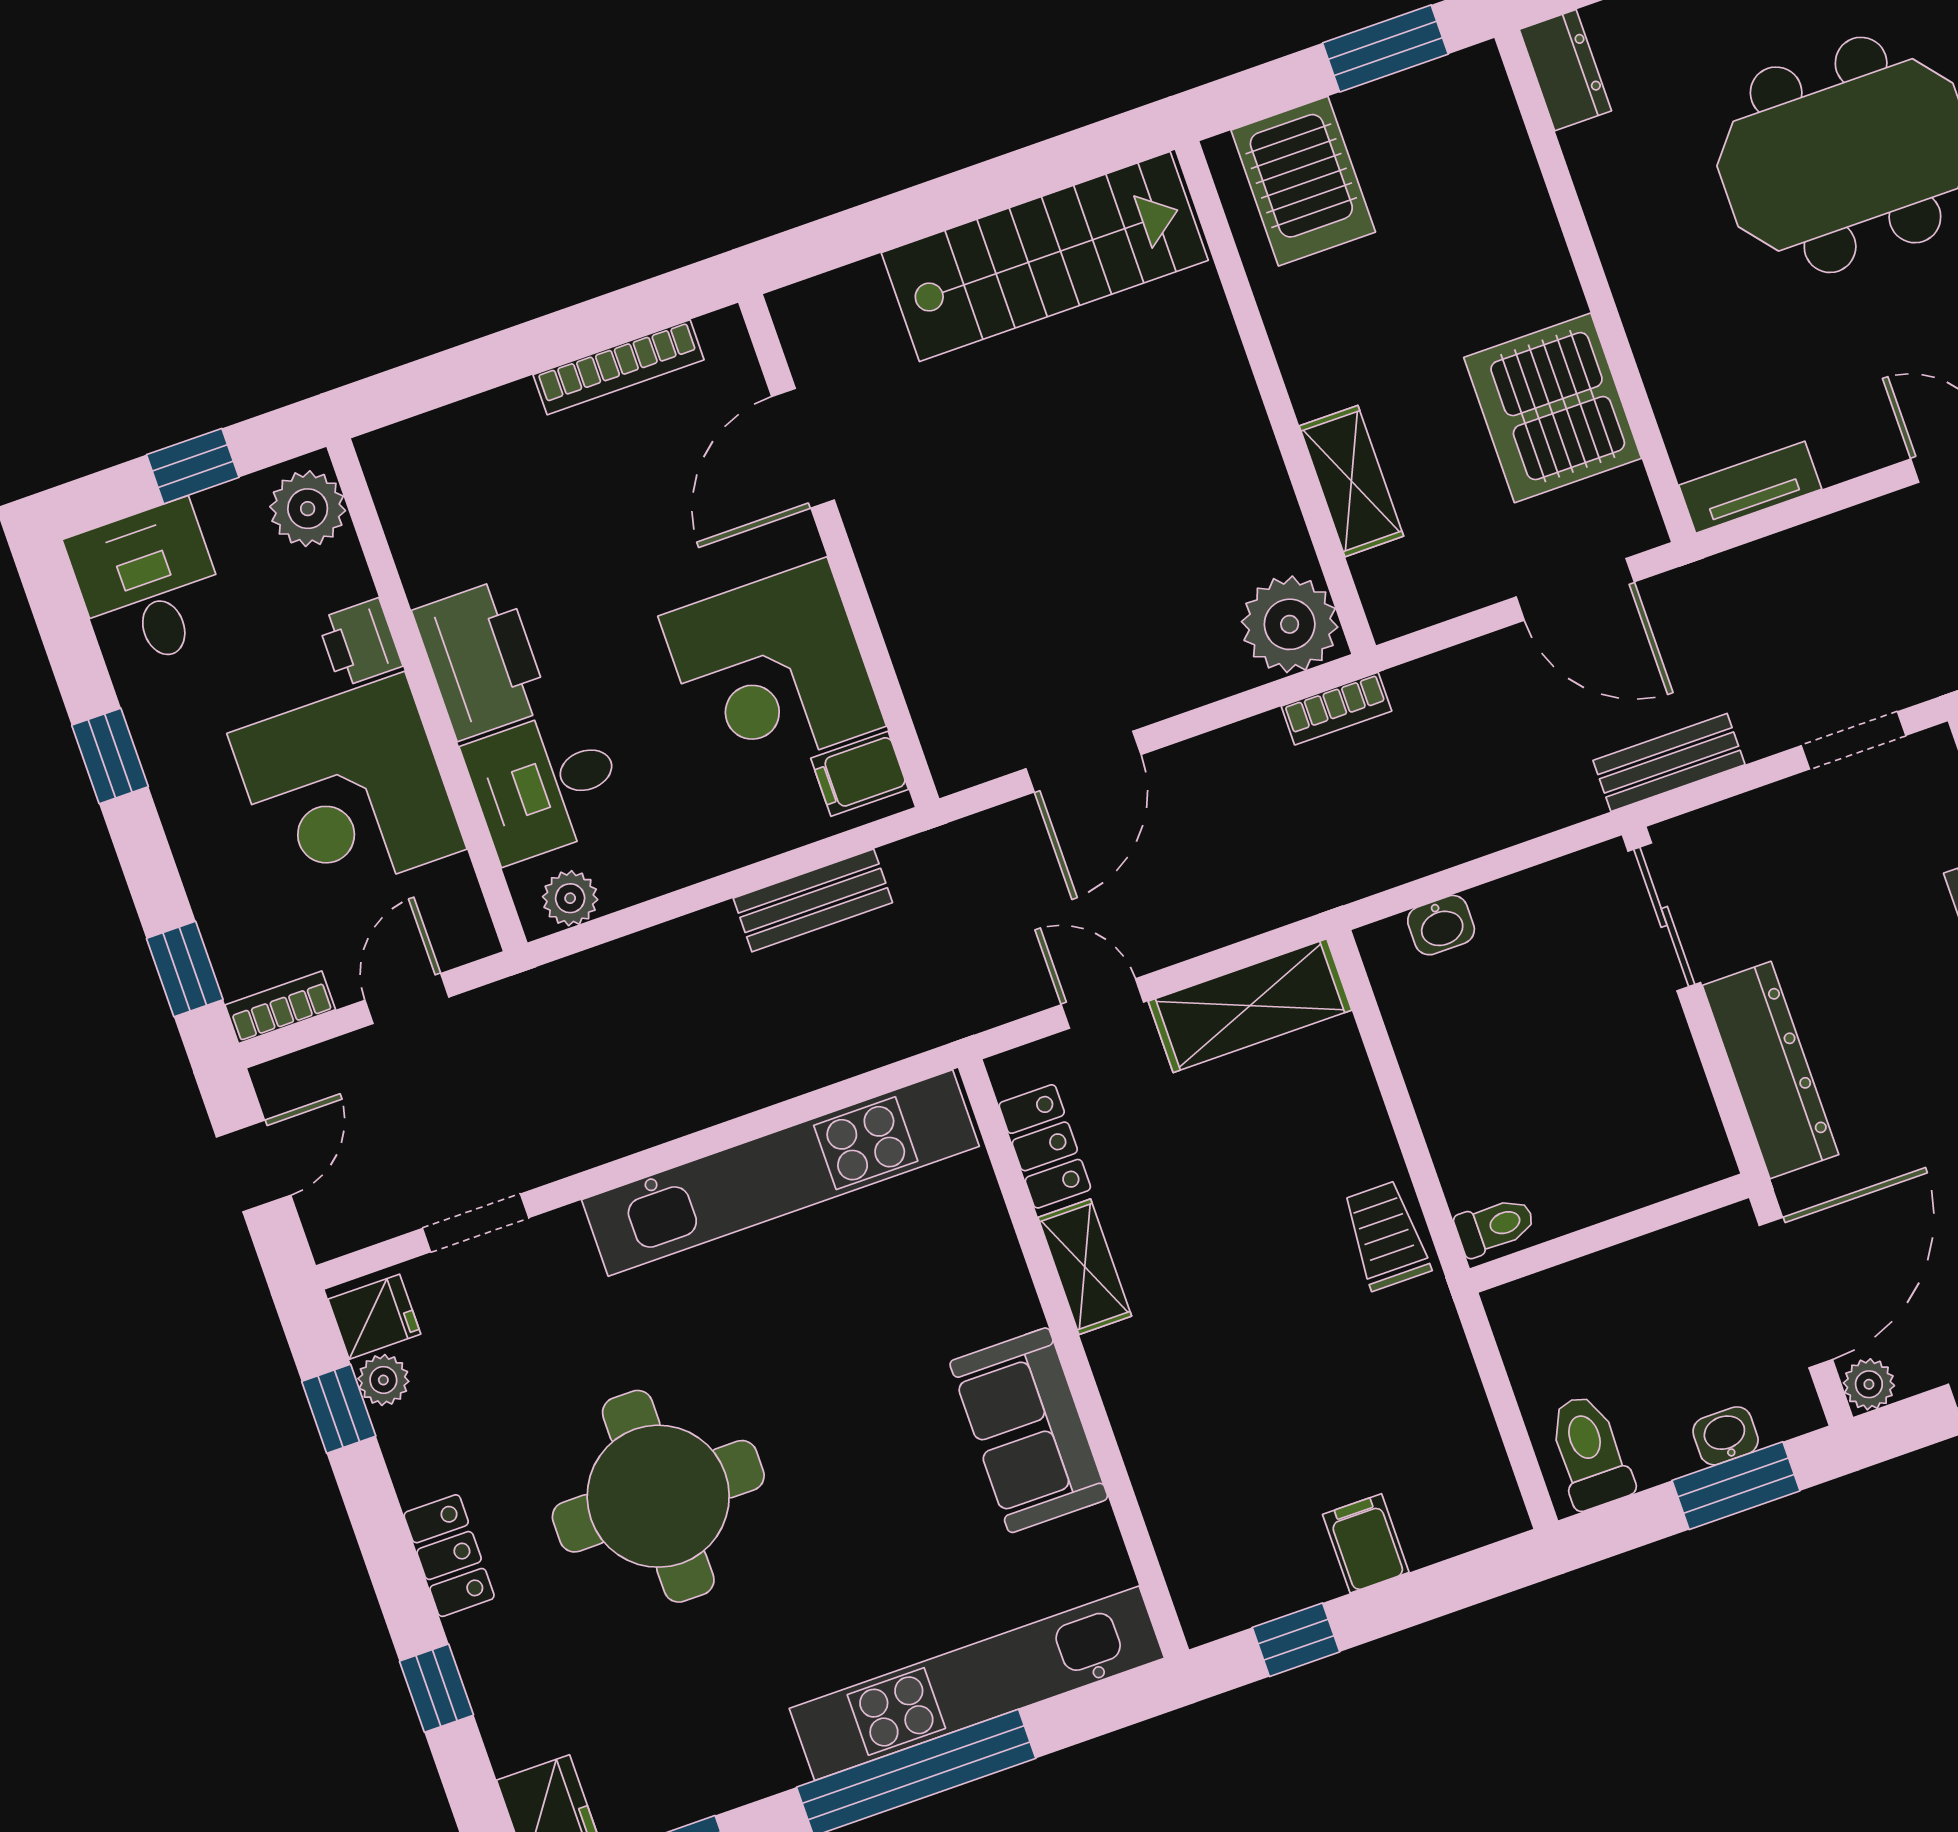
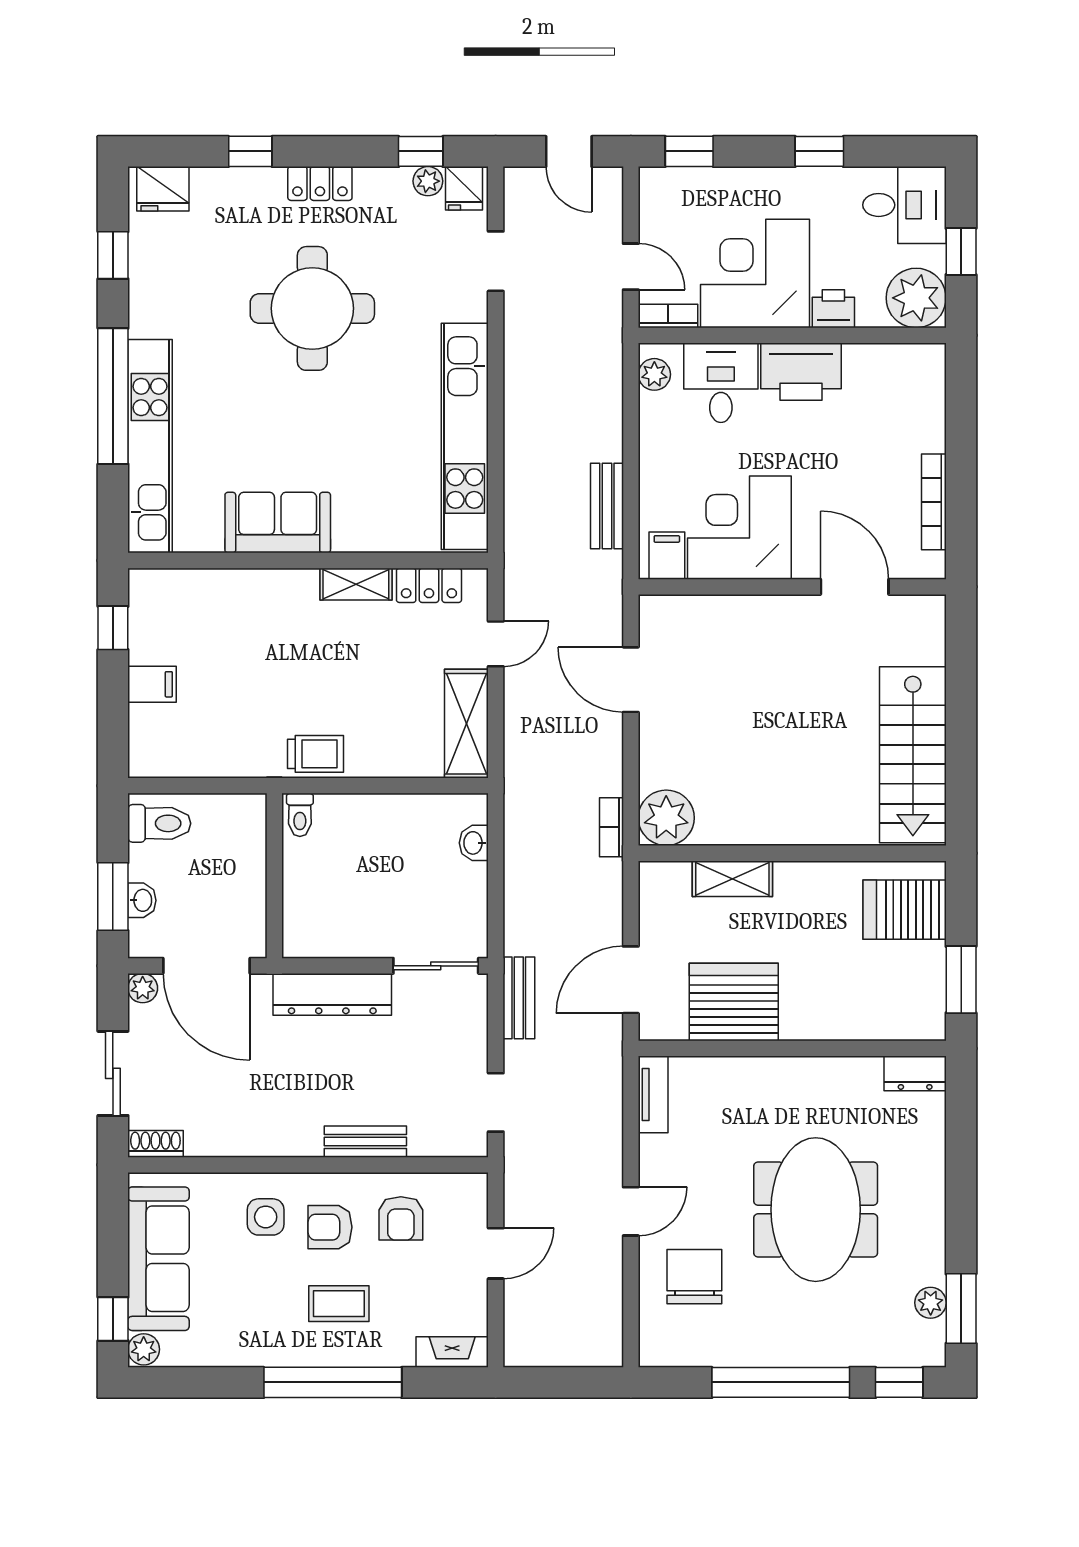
plant: (308, 509) -> (916, 298), width x1.36, depth x1.36
bookcase: (280, 1007) -> (668, 316), moved, turned -90

